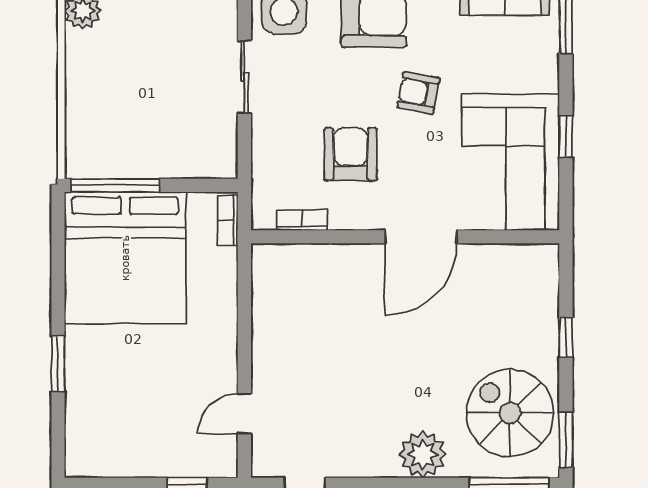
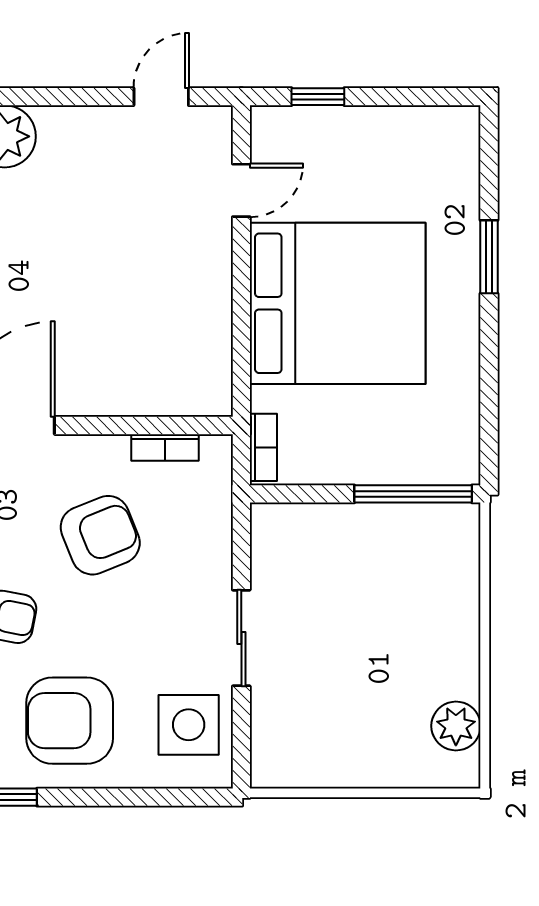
armchair: (351, 154) -> (100, 535), turned -112
bed: (125, 258) -> (338, 303), moved, turned 90

